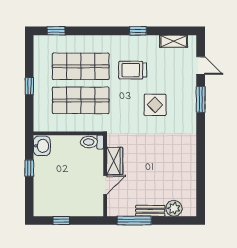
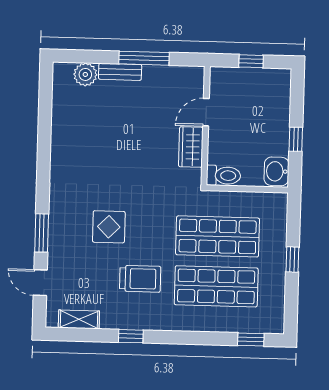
toilet: (92, 142) -> (223, 175), moved
wardrobe: (115, 161) -> (191, 147), moved
wall: (105, 176) -> (206, 126), moved
door: (105, 185) -> (206, 112), moved

